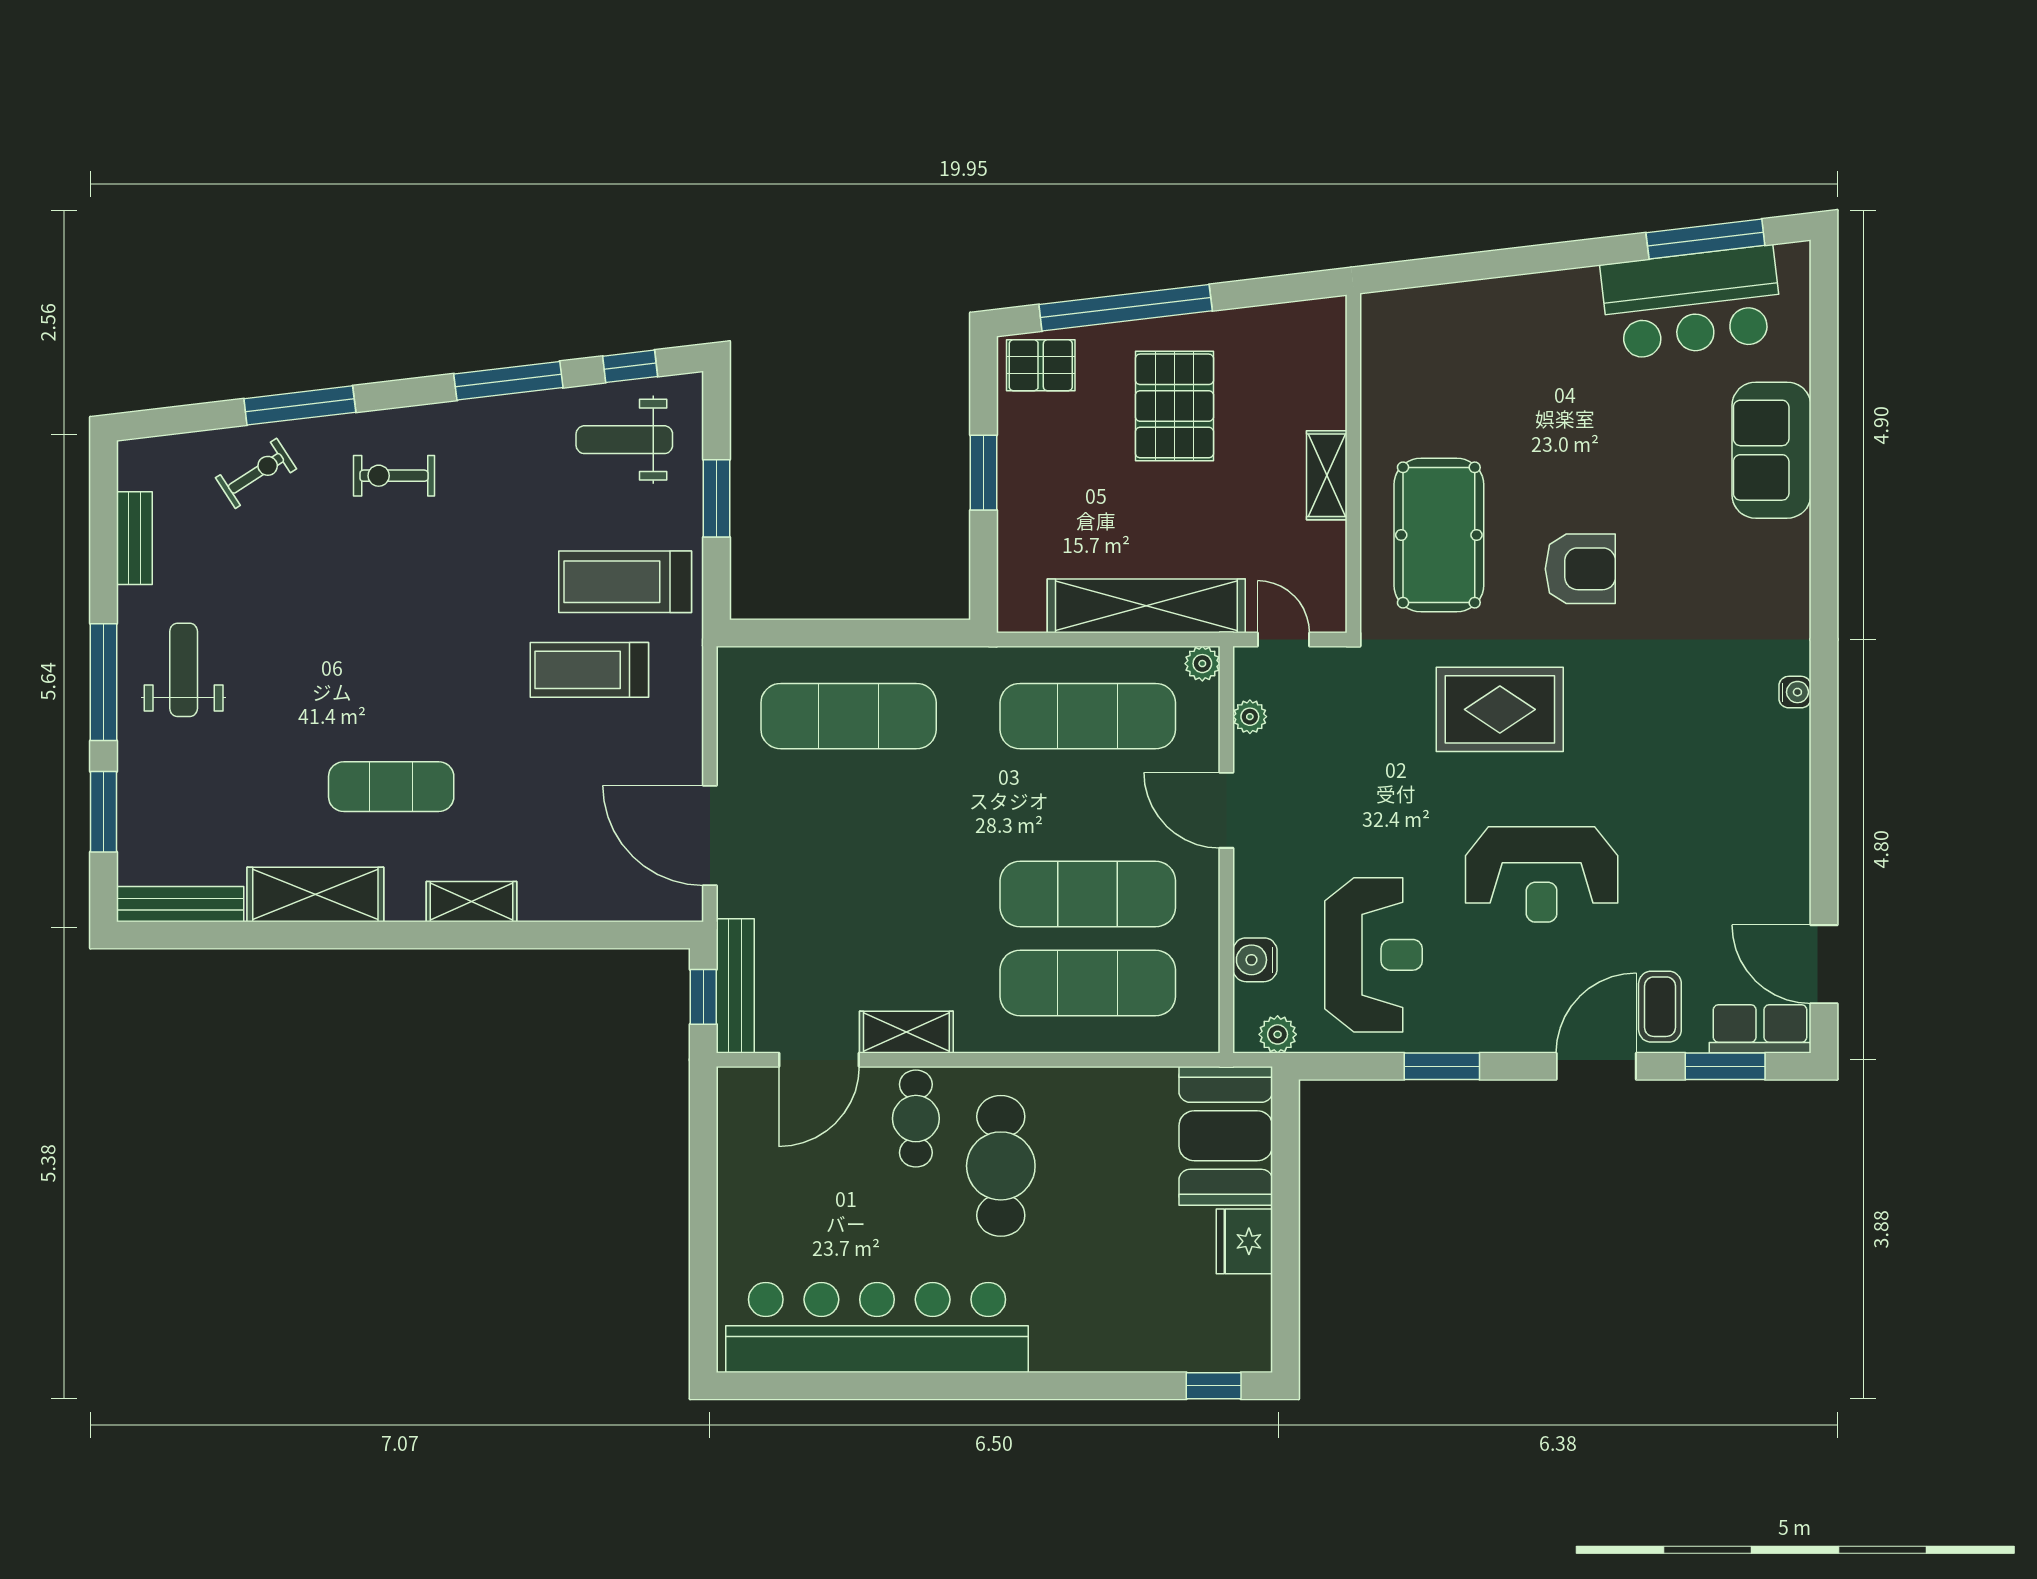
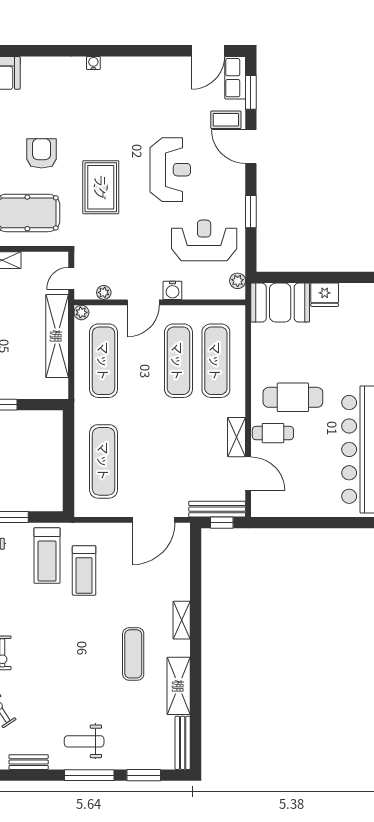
water cooler: (1255, 960) -> (172, 290), moved

